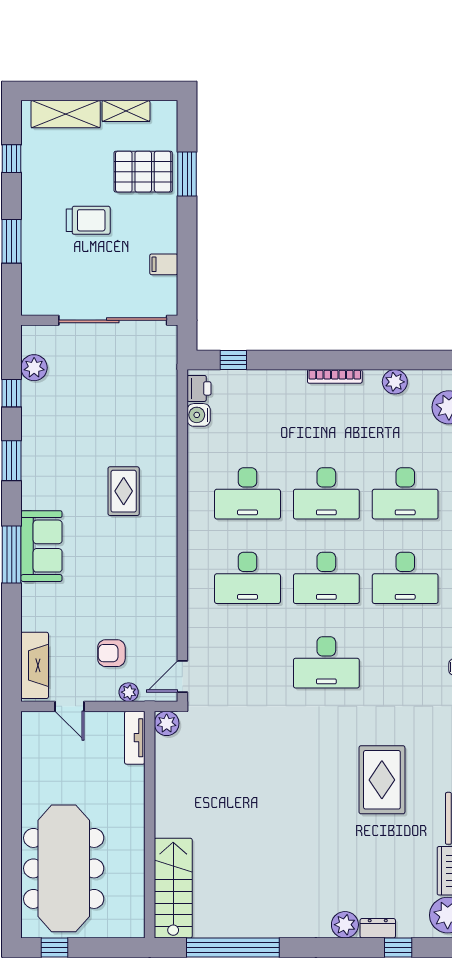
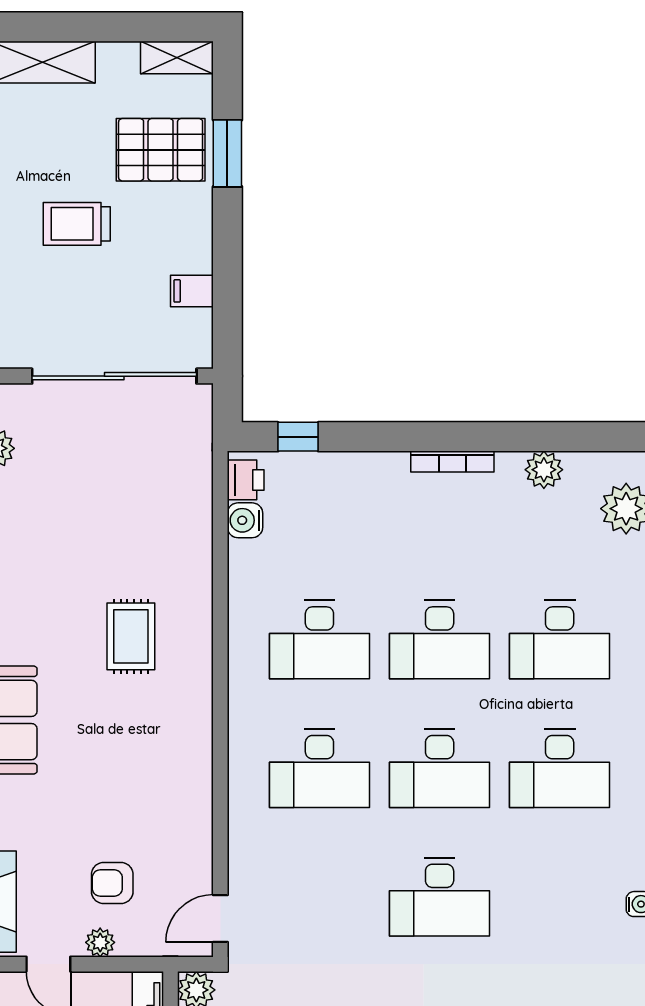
shelving: (126, 111) -> (177, 57), moved
trolley: (88, 220) -> (77, 224), turned 180
plant: (129, 692) -> (100, 942), moved

